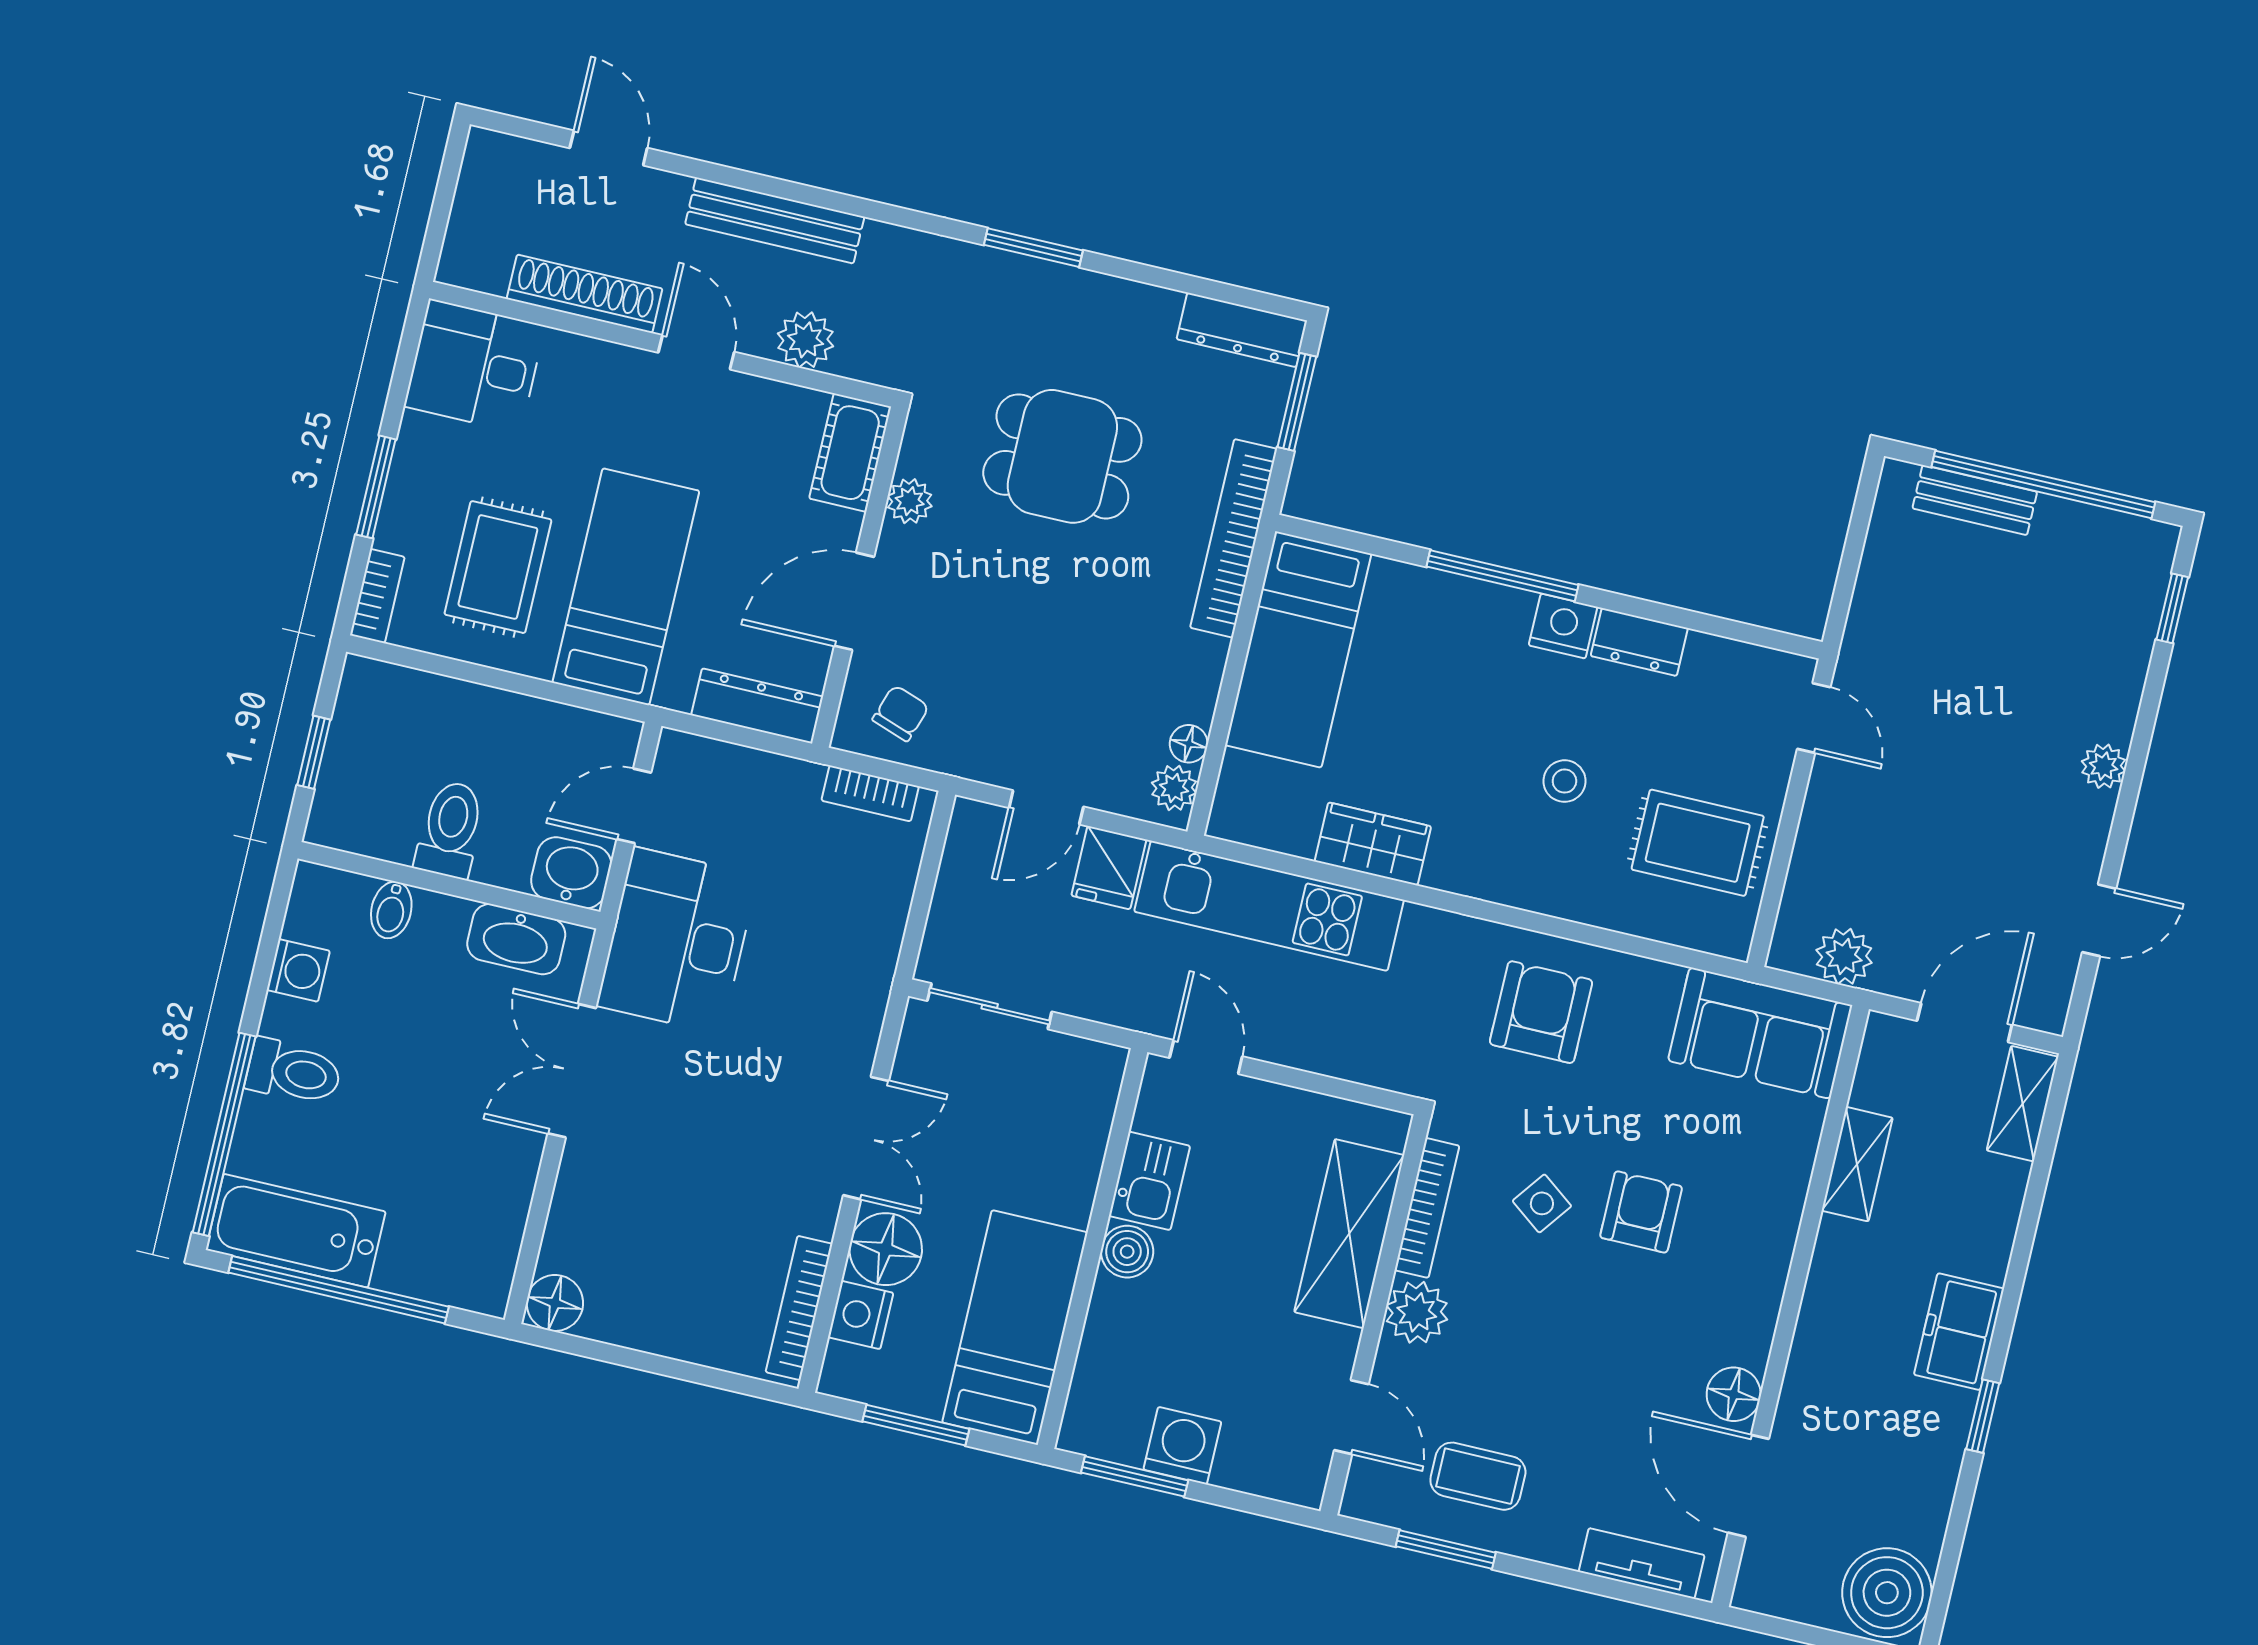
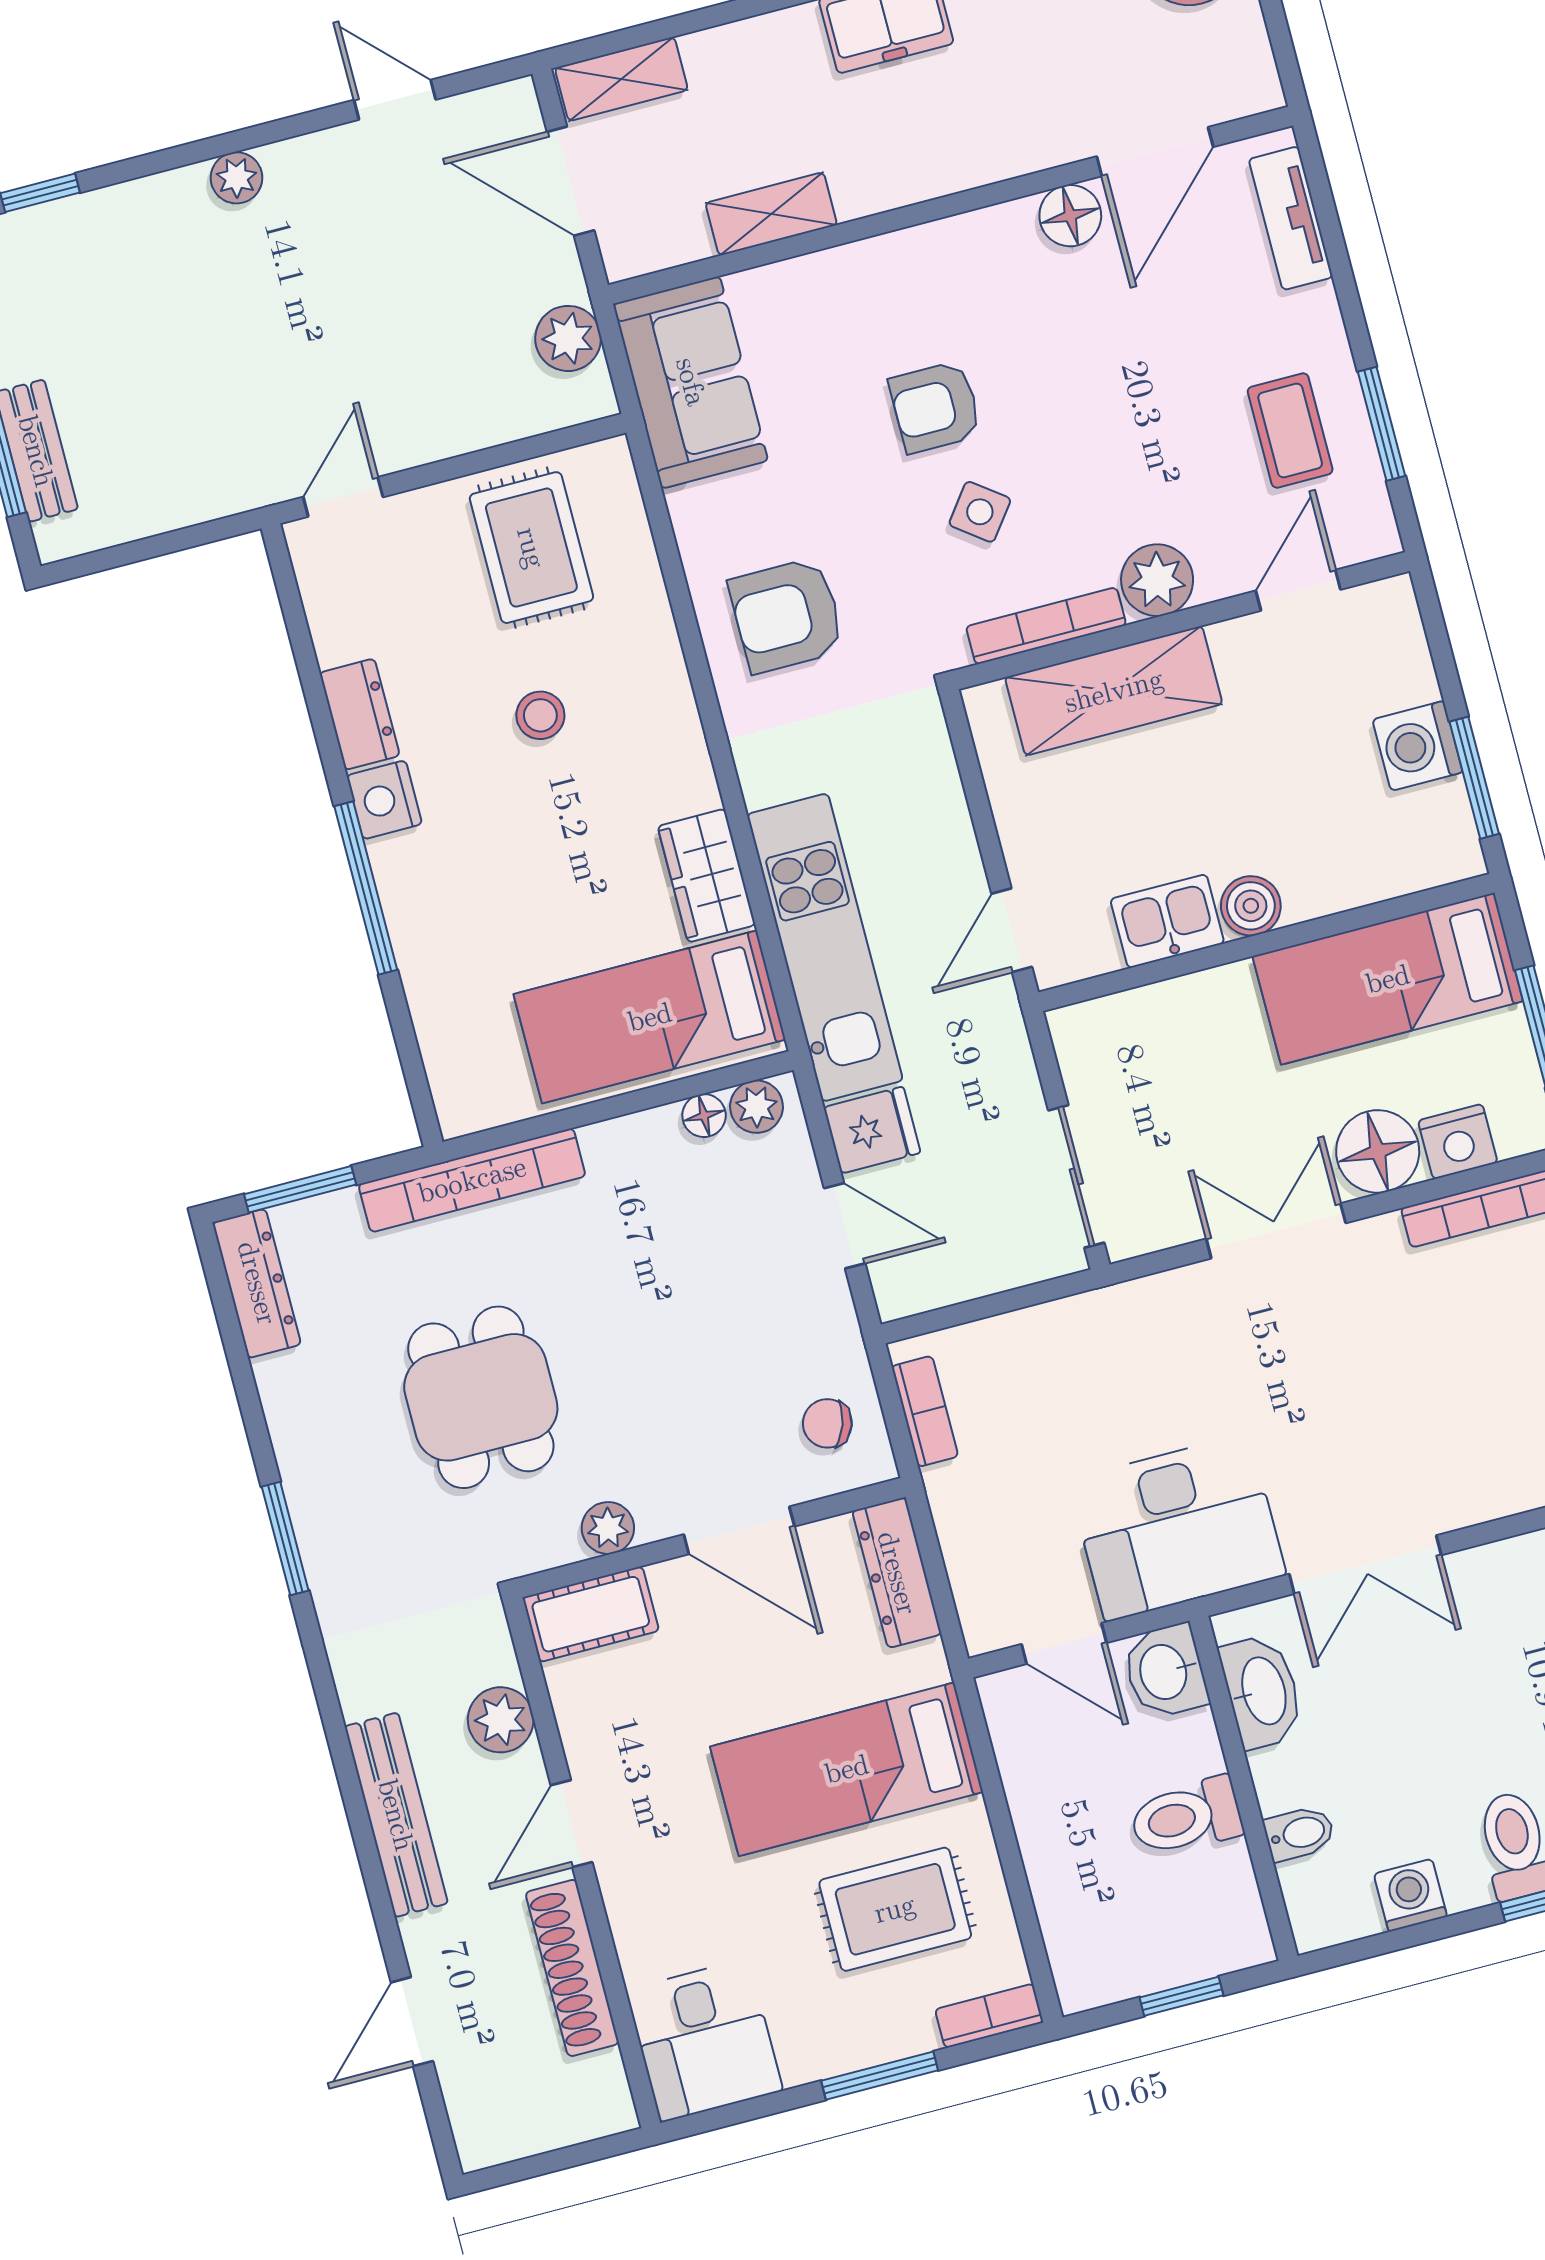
bed: (1298, 649) -> (650, 1017), moved, turned 180

